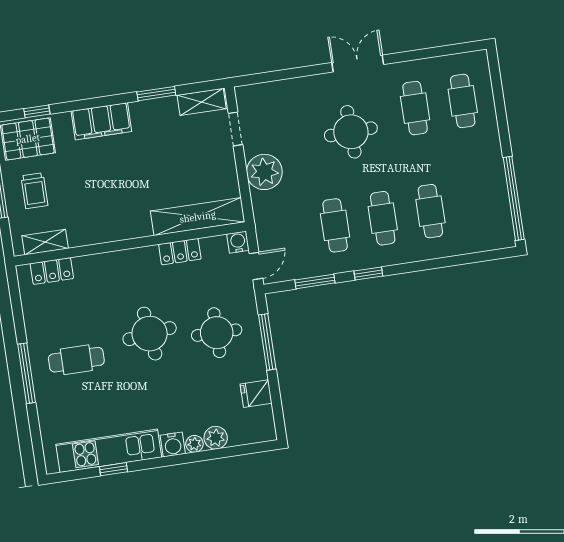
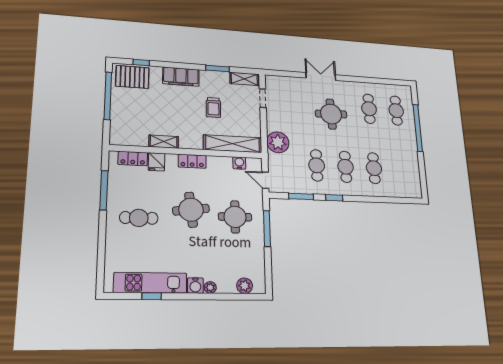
double door: (358, 64) -> (321, 76), moved
plant: (264, 172) -> (278, 142), moved
trolley: (34, 191) -> (213, 107), moved
window: (514, 198) -> (418, 128), moved
shelving: (45, 242) -> (164, 142), moved
water cooler: (238, 242) -> (239, 163), moved
locker: (180, 252) -> (192, 161), moved
door: (256, 266) -> (265, 180), swing flipped
window: (27, 373) -> (104, 190), moved
fridge: (256, 394) -> (157, 162), moved, turned -90
plant: (216, 438) -> (245, 286), moved

